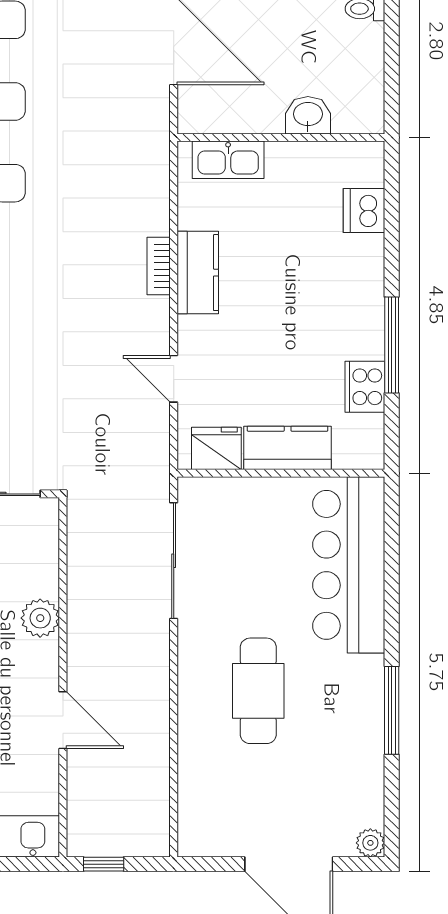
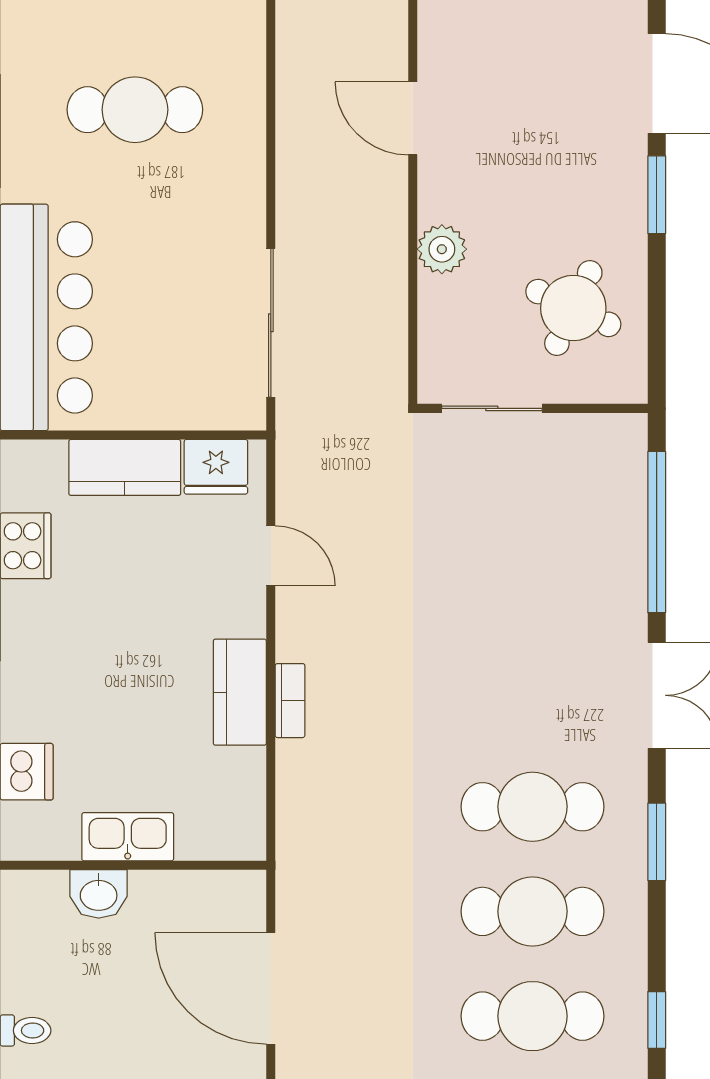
kitchen sink: (228, 160) -> (128, 837), moved
cafe table: (258, 691) -> (135, 110), moved, turned 90

